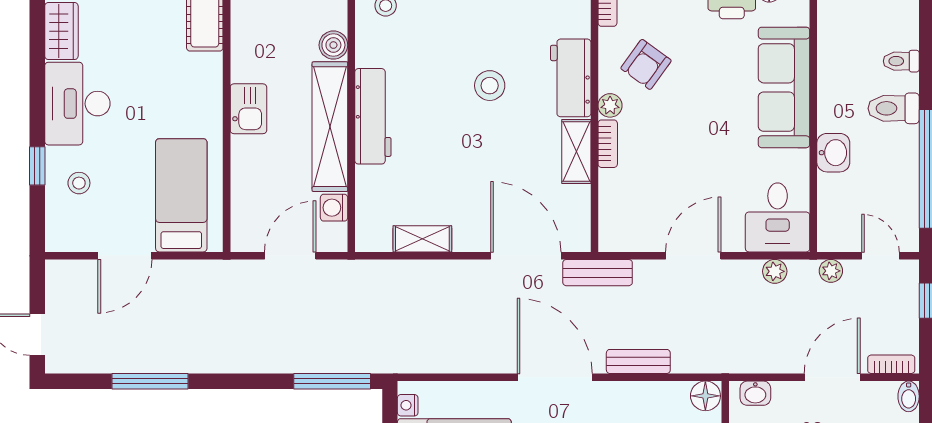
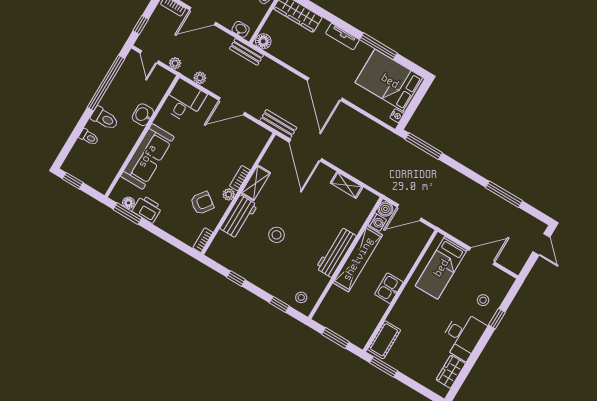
boiler: (333, 45) -> (385, 209), moved
bench: (638, 361) -> (246, 52), moved

